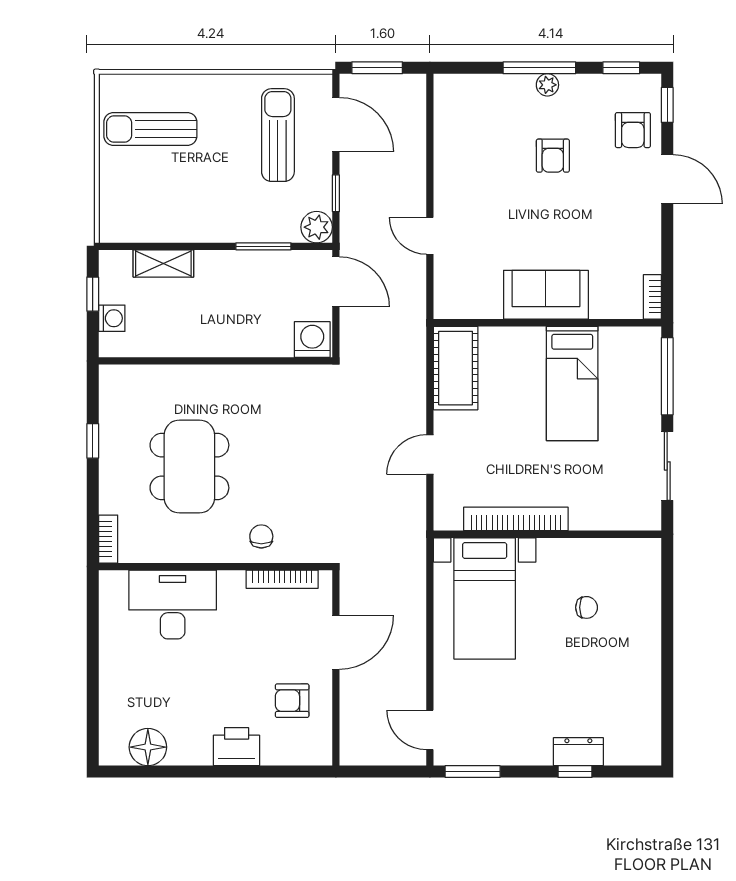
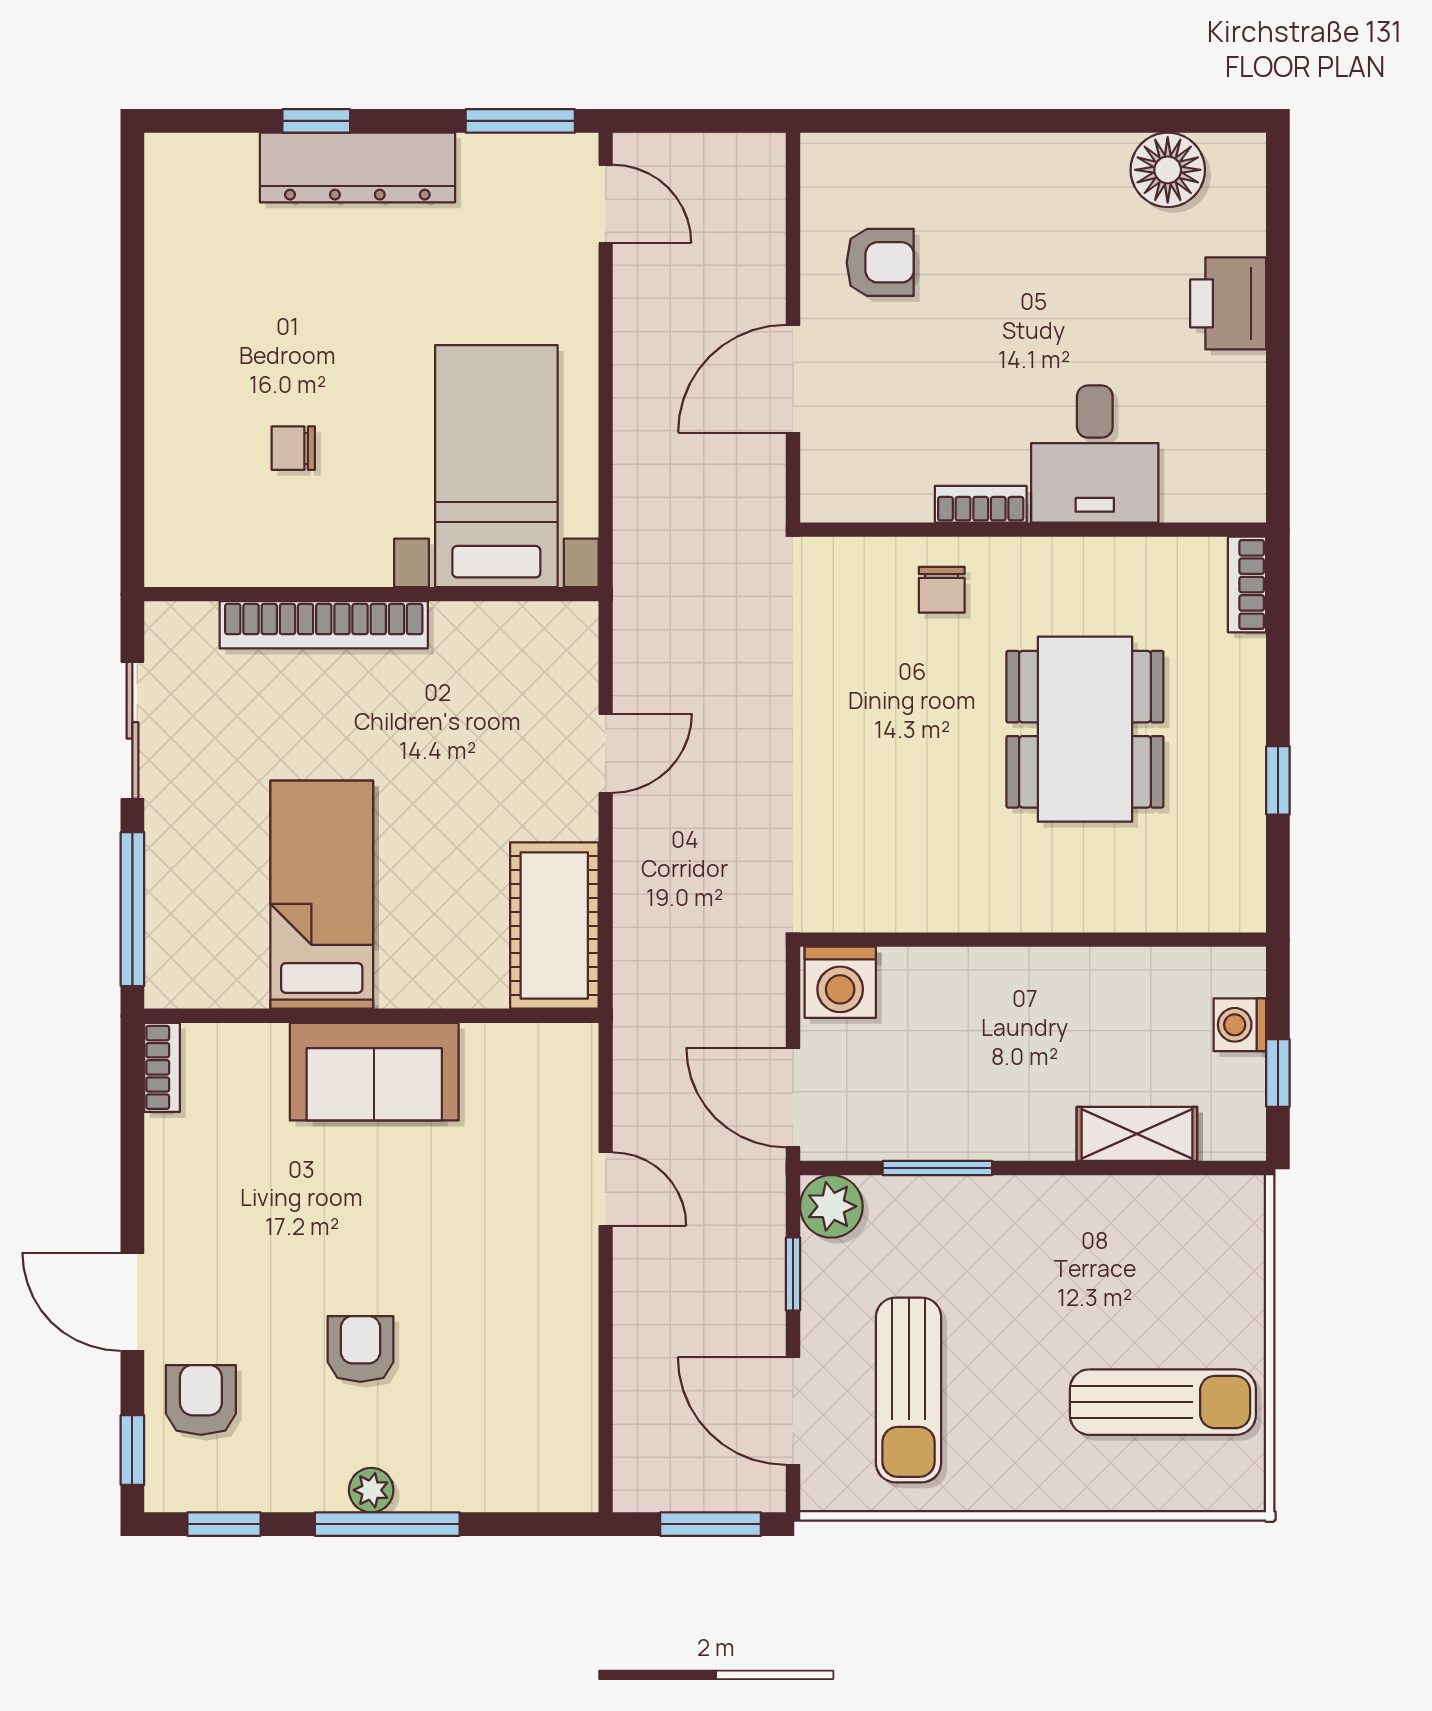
bookcase: (516, 519) -> (324, 625), moved
bookcase: (282, 579) -> (981, 504), moved, width x0.64
desk: (173, 604) -> (1095, 454), width x0.73
printer: (237, 747) -> (1228, 303), moved, turned 90
dresser: (578, 752) -> (357, 167), width x1.96, depth x1.24

